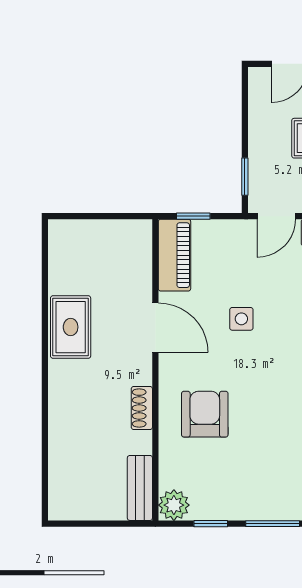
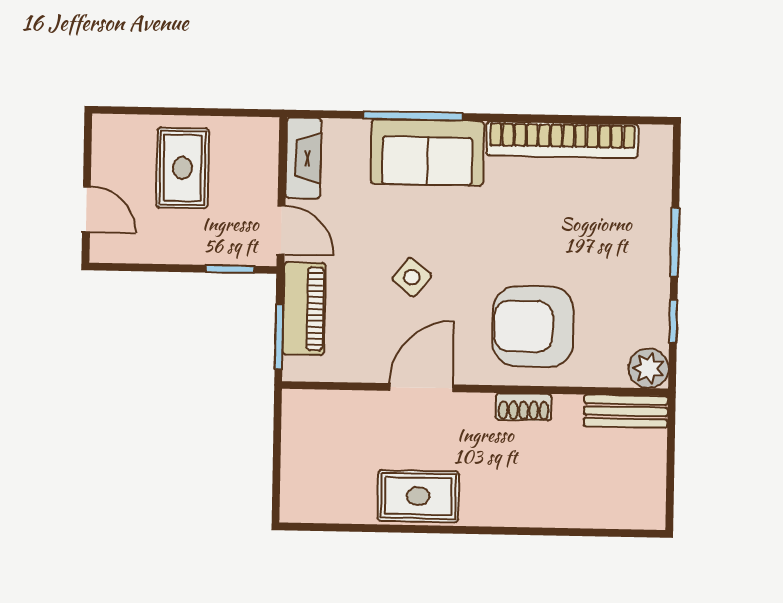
window: (193, 216) -> (279, 336), width x1.50
piano: (174, 255) -> (304, 309), moved, turned 90
side table: (241, 319) -> (412, 277), turned 38
armchair: (205, 414) -> (533, 326), width x1.36, depth x1.36

